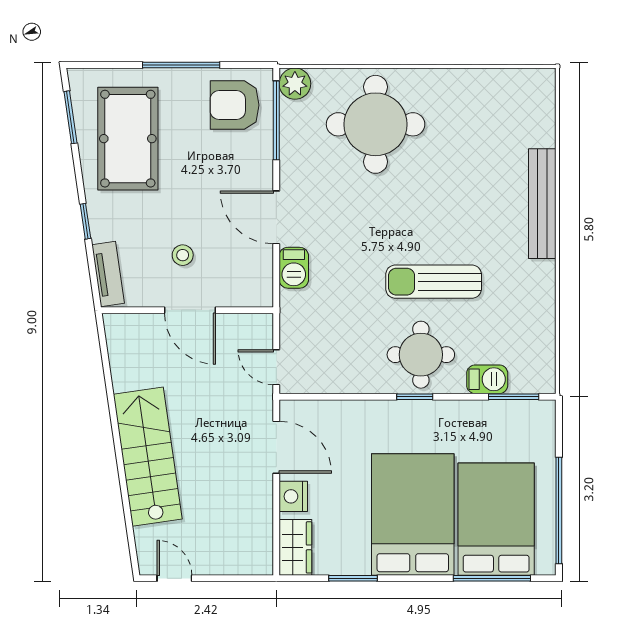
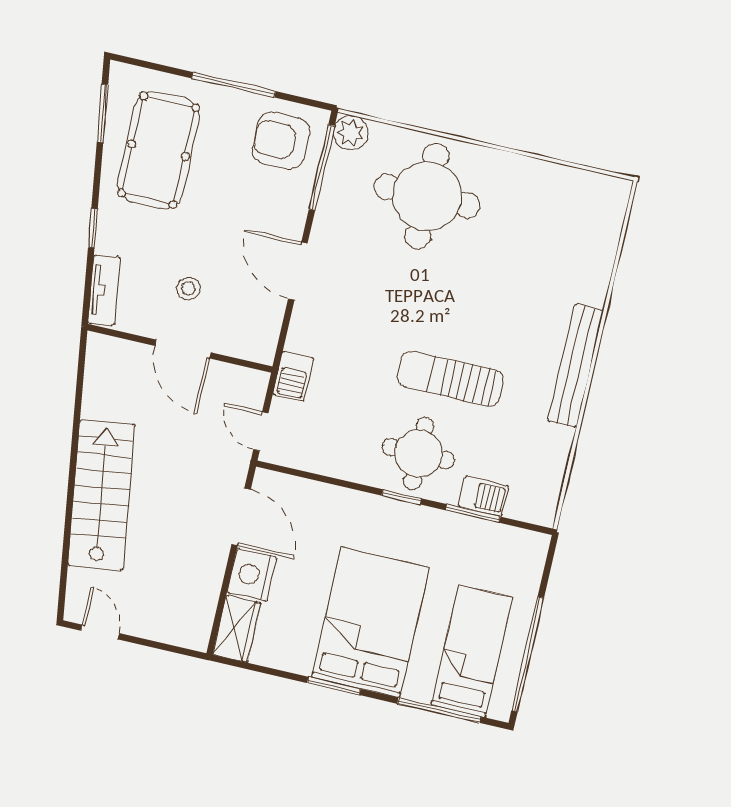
bench: (542, 204) -> (576, 366), moved
barbecue: (294, 268) -> (293, 376), moved
window: (514, 397) -> (473, 513), moved
nightstand: (293, 496) -> (252, 575), width x1.36, depth x1.33
bed: (496, 519) -> (472, 651), width x0.67
window: (353, 578) -> (334, 686), moved

